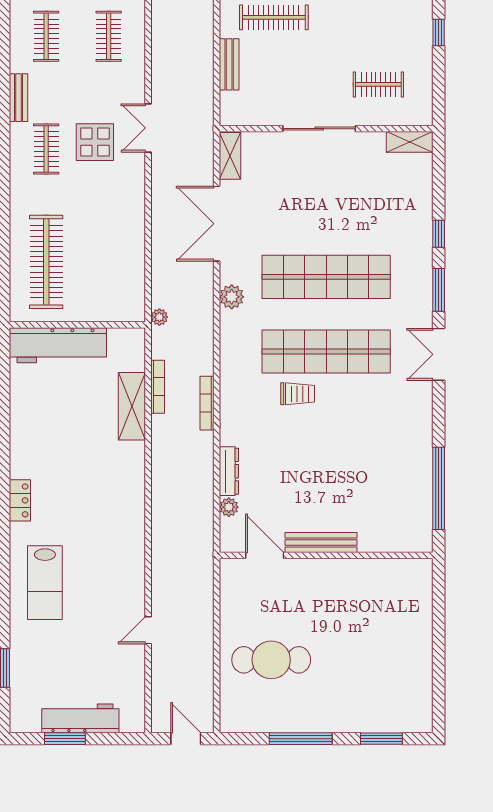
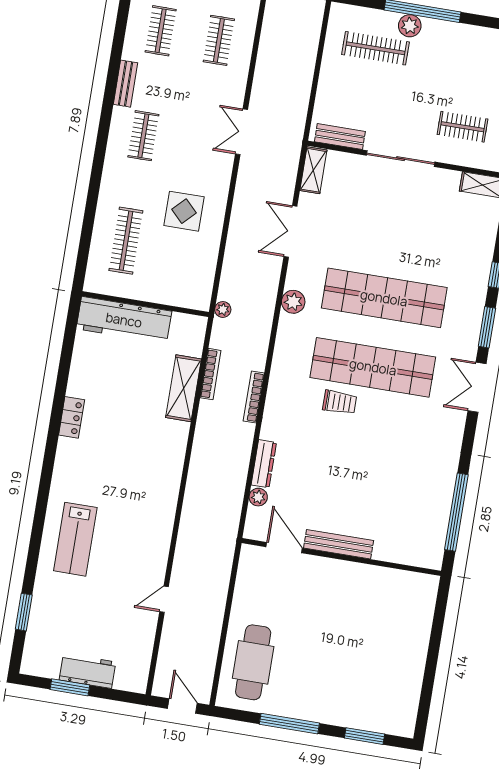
bench: (229, 64) -> (340, 137), moved, turned 90
display table: (95, 142) -> (184, 211), moved
double door: (217, 224) -> (290, 231), width x0.73
clothes rail: (46, 262) -> (126, 241), width x0.73, depth x0.76
locker: (20, 500) -> (72, 417), moved
cafe table: (271, 660) -> (253, 662), moved, turned 90
workbench: (80, 718) -> (88, 671), width x0.73

